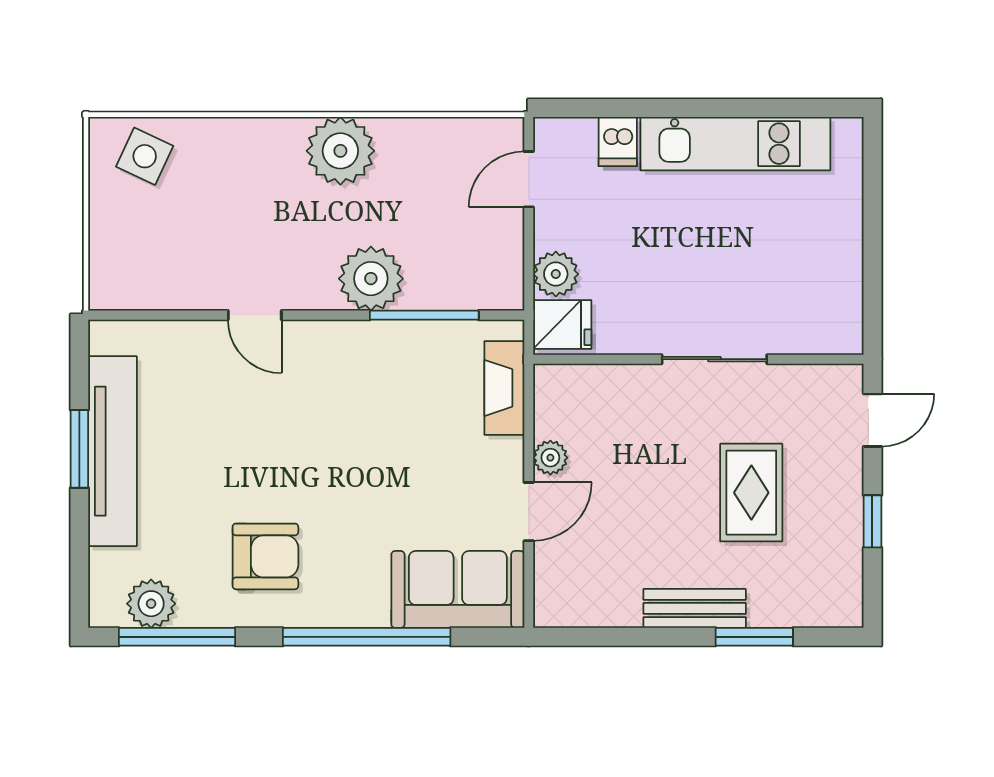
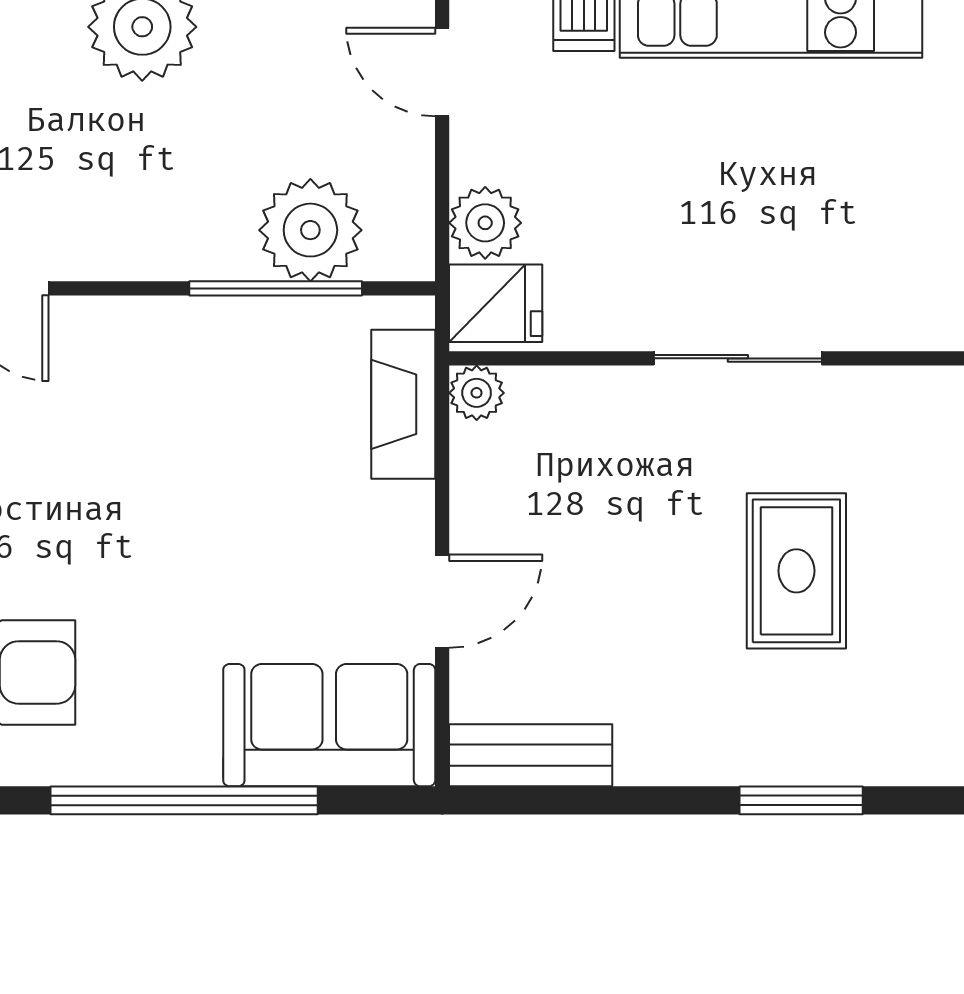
door: (529, 179) -> (442, 72), hinge flipped
plant: (371, 279) -> (310, 230), moved
plant: (550, 458) -> (477, 393), moved
bench: (695, 608) -> (531, 755), moved

